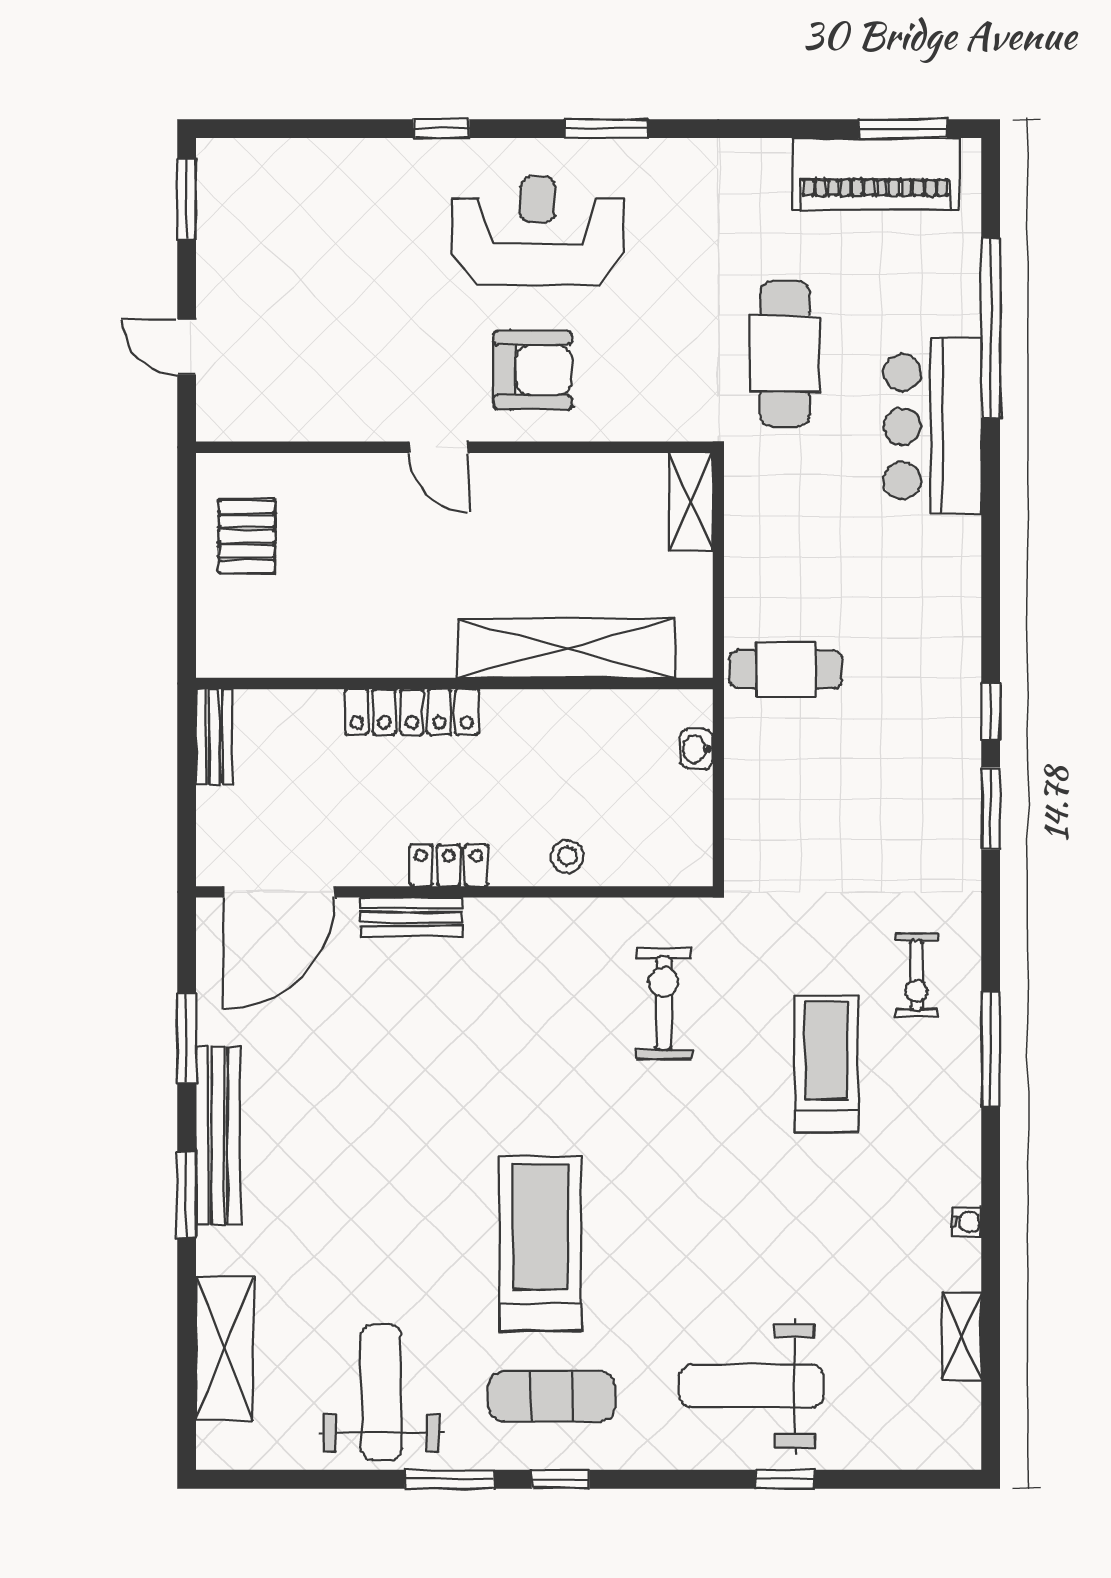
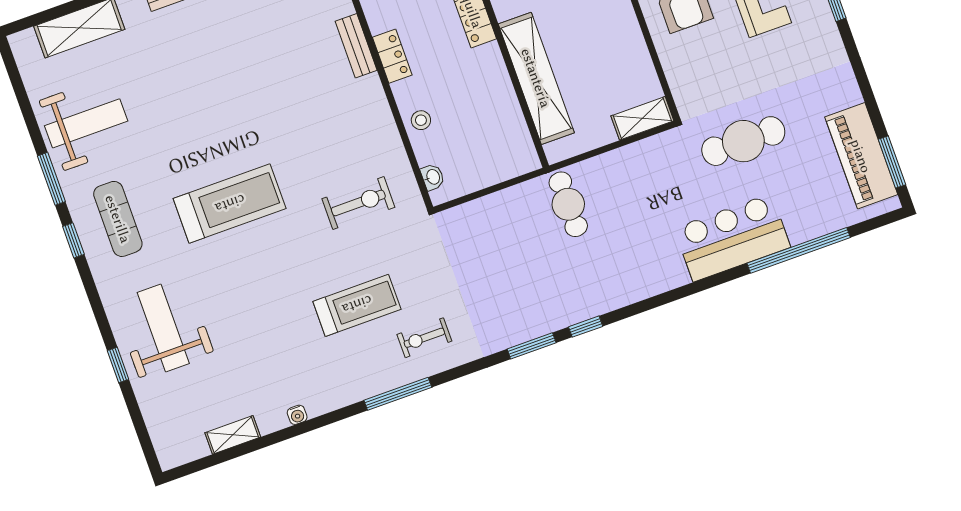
washbasin: (696, 749) -> (433, 177), moved, turned 90
treadmill: (540, 1244) -> (230, 204), moved

